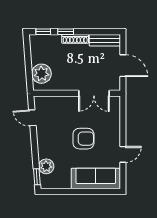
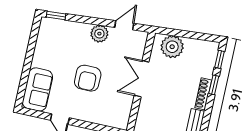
double door: (94, 93) -> (142, 79), moved
plant: (46, 166) -> (99, 34), moved
sofa: (96, 179) -> (37, 89), width x0.73

